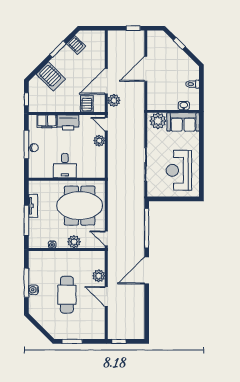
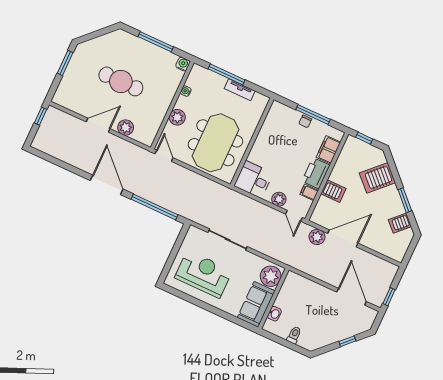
door: (146, 69) -> (352, 297), moved
door: (106, 81) -> (343, 238), hinge flipped
server rack: (87, 104) -> (333, 191), moved
filing cabinet: (84, 121) -> (309, 192), added
door: (106, 124) -> (294, 216), swing flipped
desk: (65, 166) -> (253, 180), moved
door: (106, 239) -> (164, 156), hinge flipped
water cooler: (33, 290) -> (183, 64), moved

